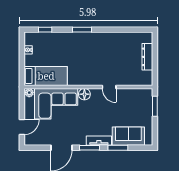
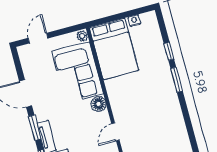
window: (45, 30) -> (169, 51), moved
bed: (46, 76) -> (114, 49), width x1.50
door: (22, 127) -> (38, 38), swing flipped

